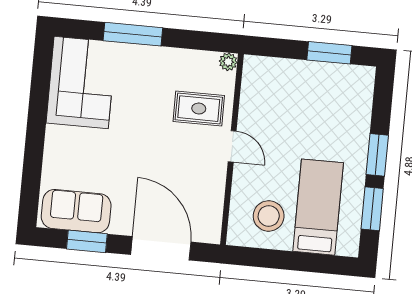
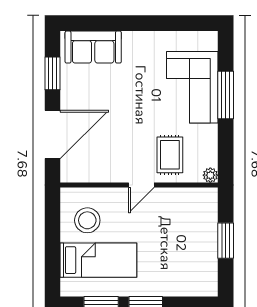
window: (329, 53) -> (226, 241), moved
corner sofa: (81, 83) -> (192, 87), moved, turned 90
sofa: (76, 211) -> (93, 47), moved, turned 90

